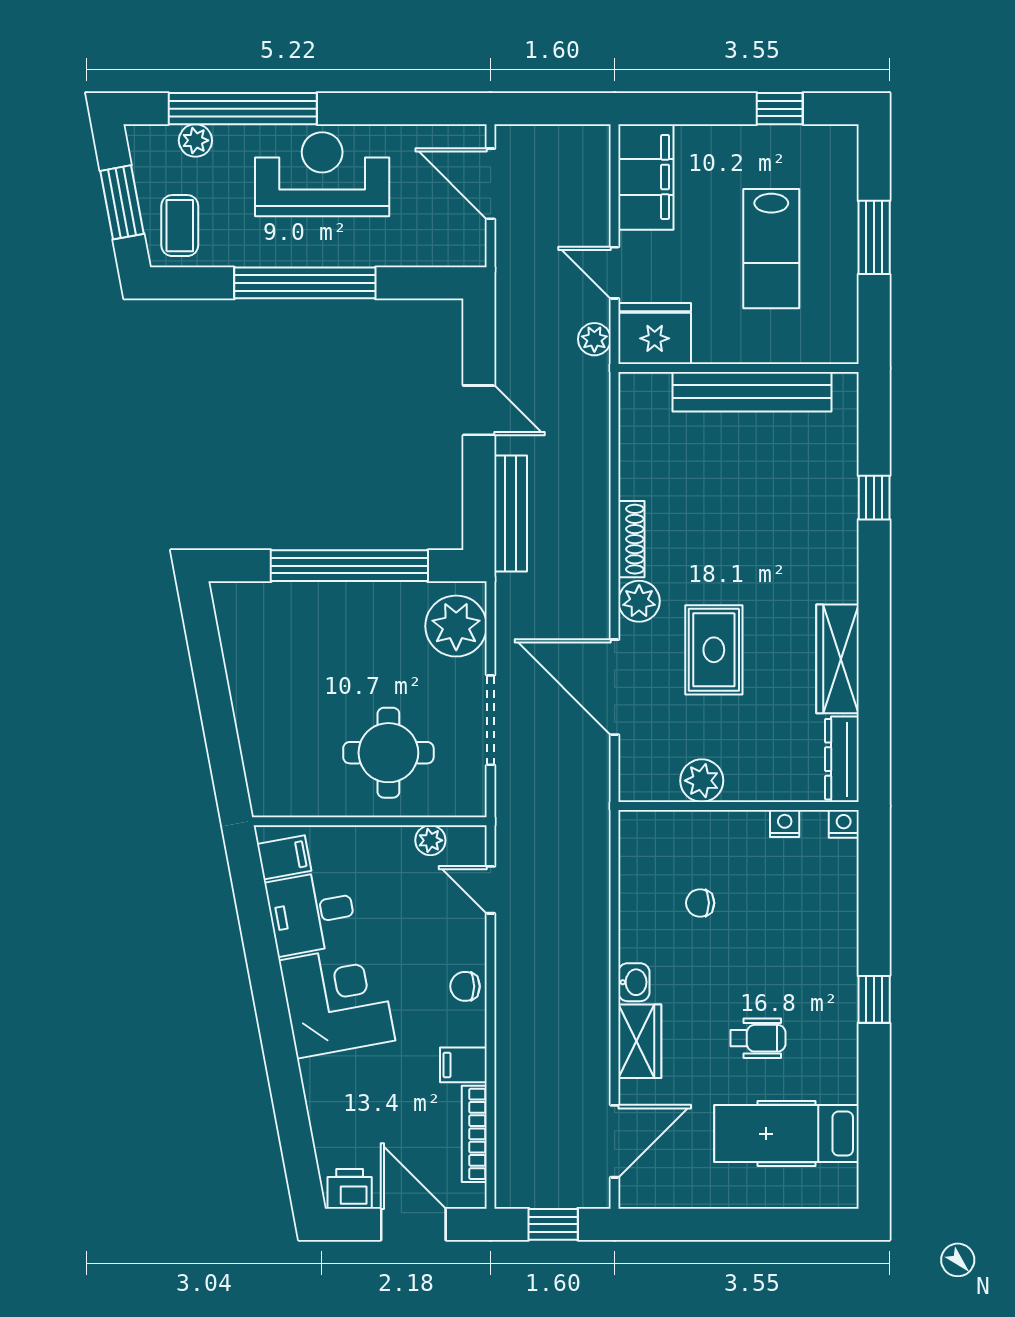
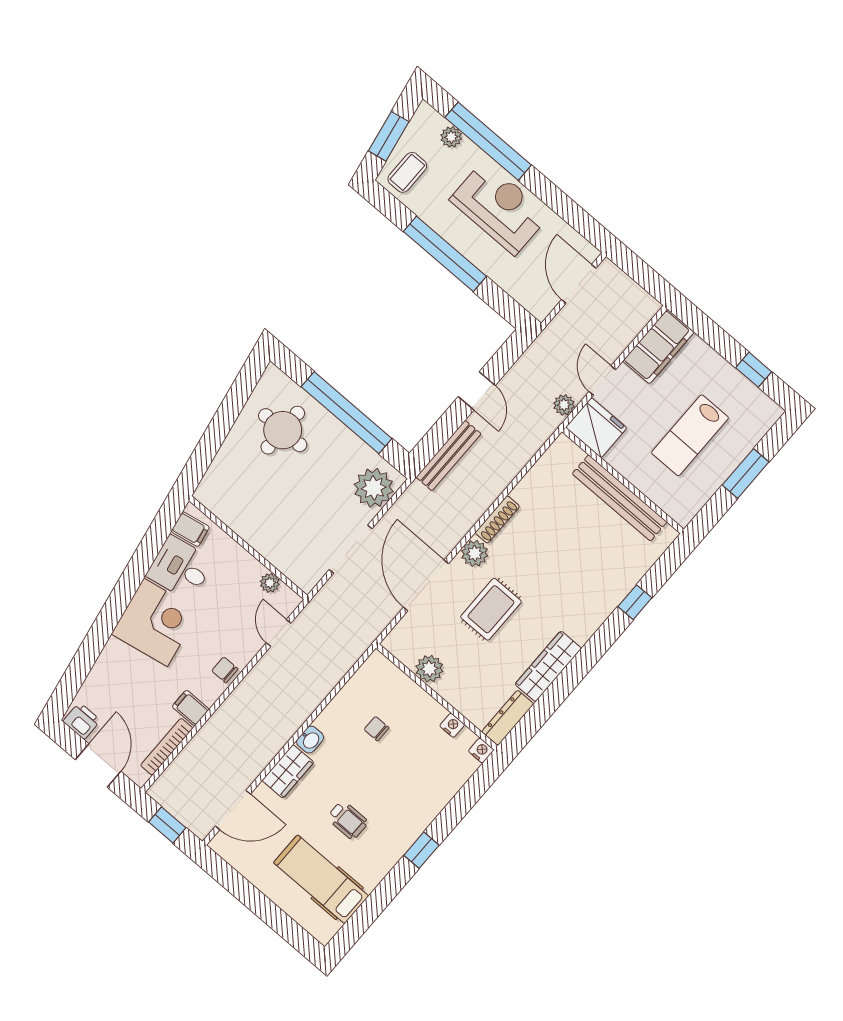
round table: (388, 753) -> (283, 430), moved

